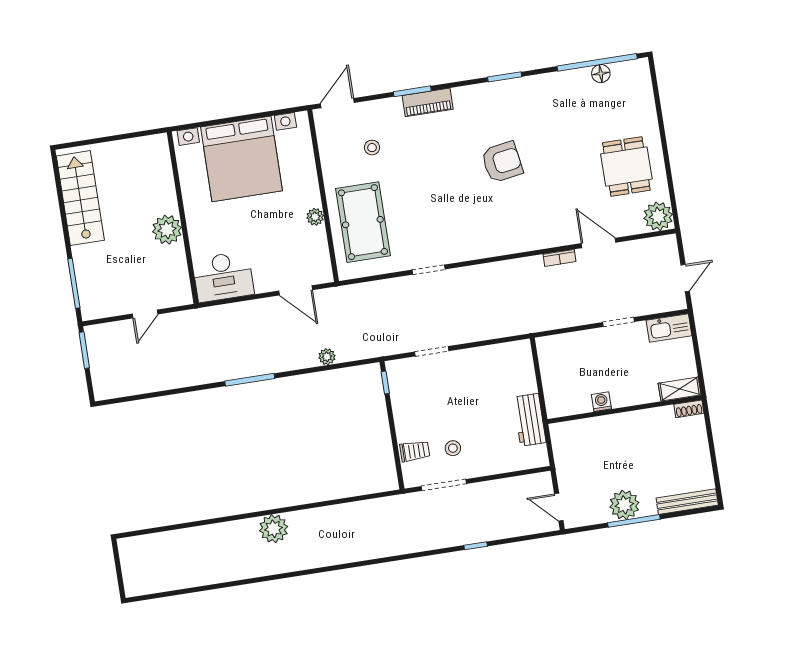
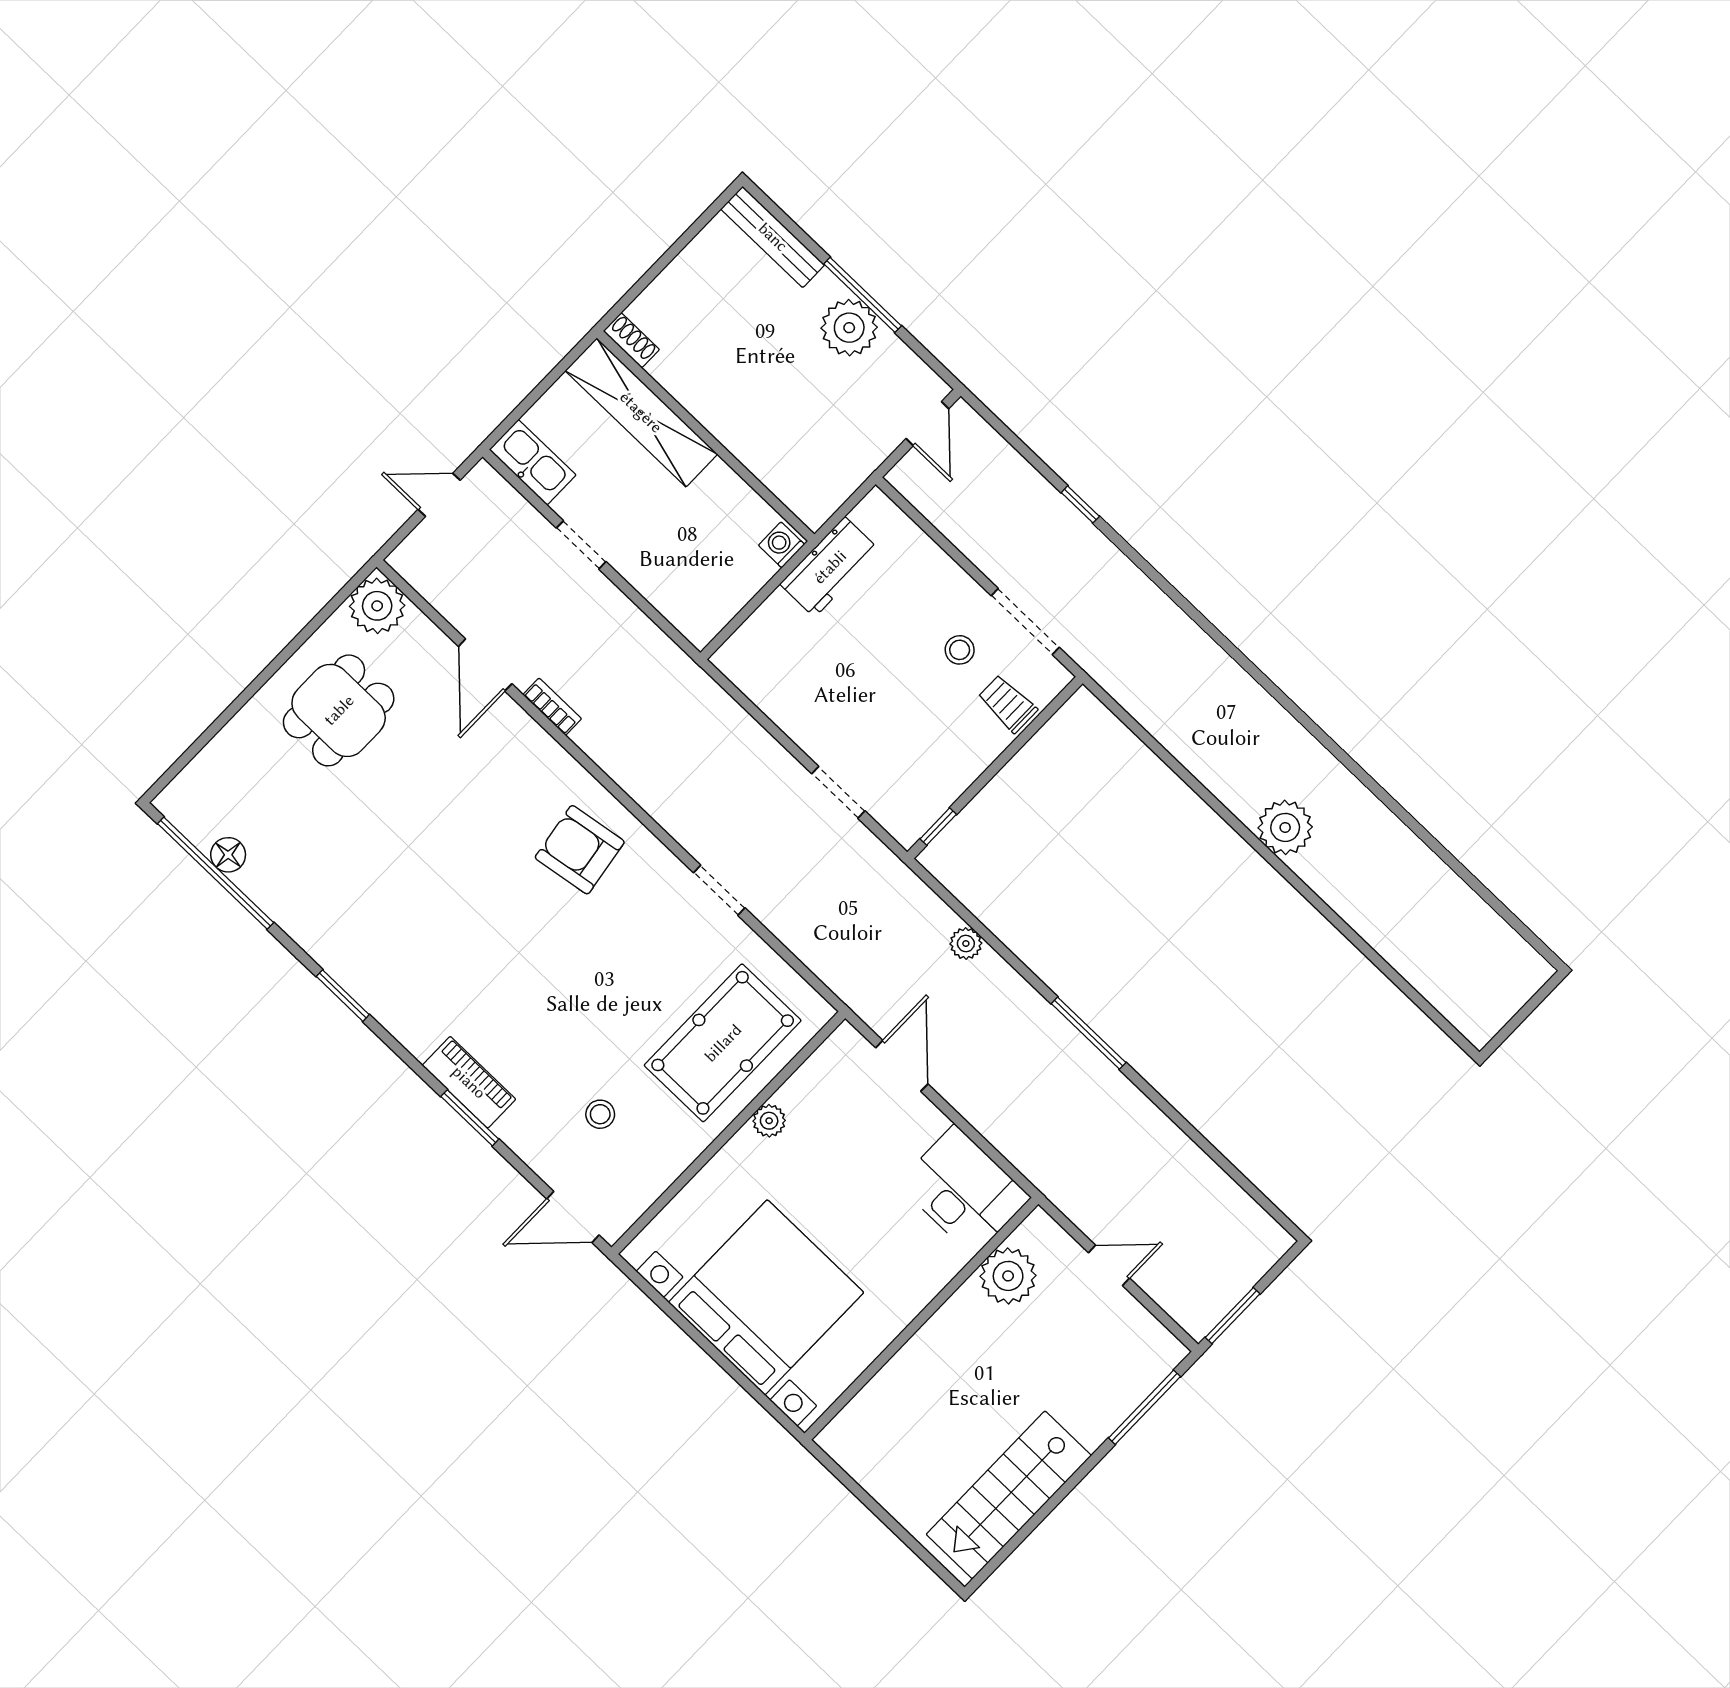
armchair: (502, 162) -> (580, 850), moved
plant: (167, 230) -> (1008, 1276), moved
shelving: (680, 389) -> (641, 412), width x2.20, depth x1.33
washing machine: (601, 402) -> (781, 545), moved, turned 90

